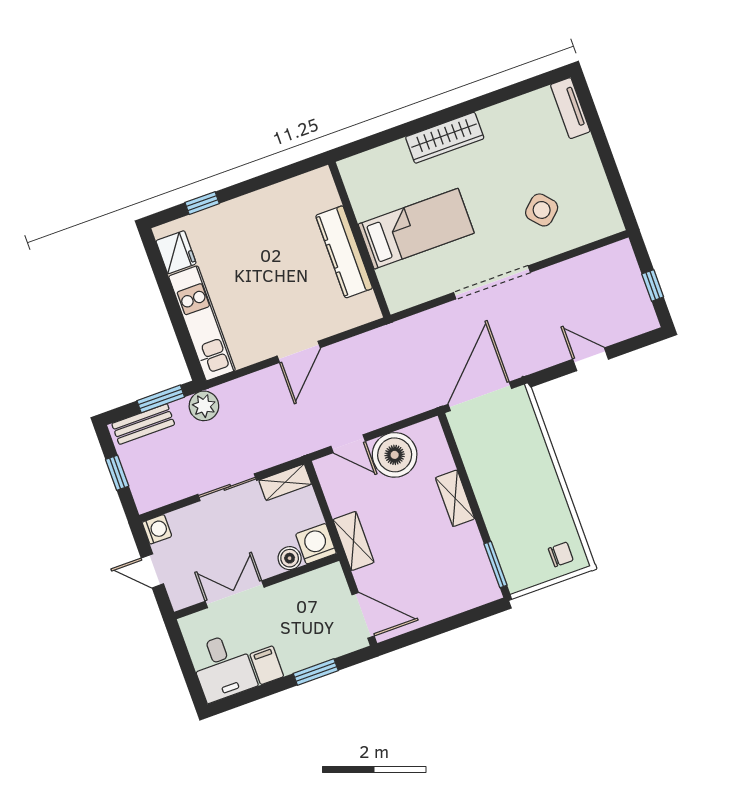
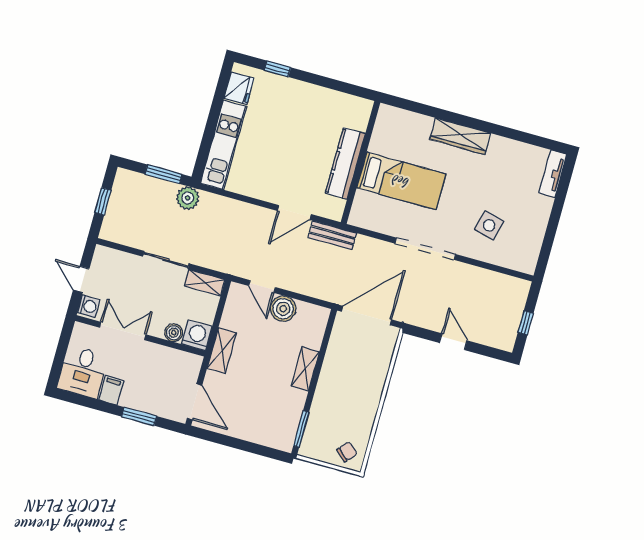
side table: (542, 210) -> (489, 225), turned -34
door: (299, 352) -> (294, 213), moved
bench: (143, 424) -> (332, 235), moved
boiler: (395, 455) -> (283, 309), width x0.73, depth x0.73
washing machine: (157, 529) -> (88, 306), moved
chair: (561, 554) -> (347, 452), turned -48

